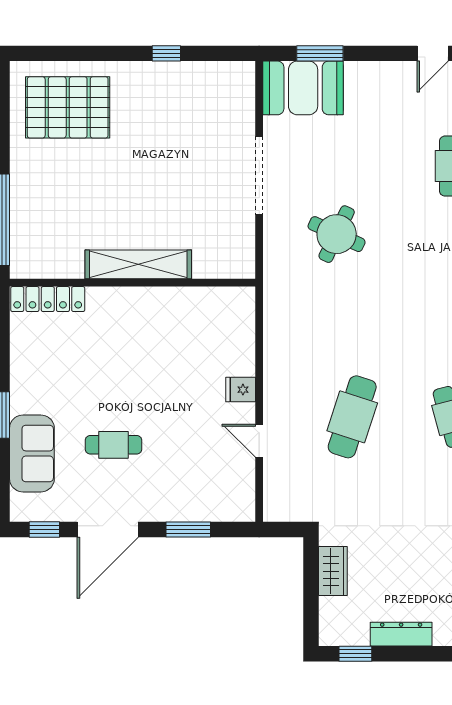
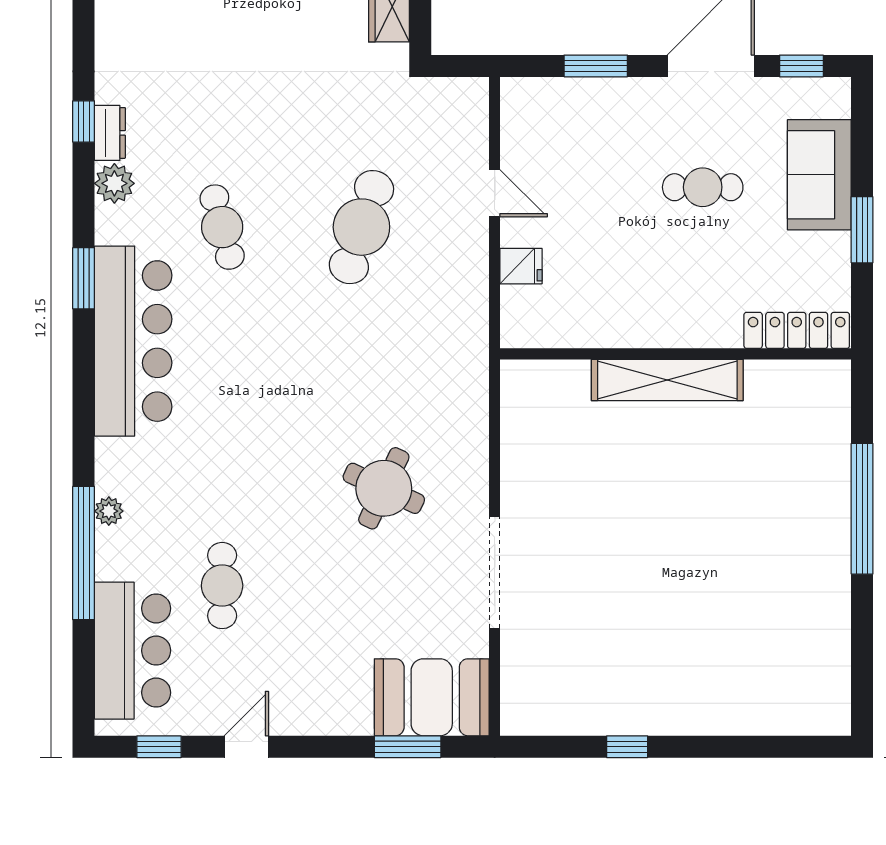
pallet: (68, 107) -> (768, 669), removed
shelving: (138, 264) -> (667, 380), moved
wall: (132, 283) -> (676, 354), moved
locker: (48, 299) -> (797, 330), moved

